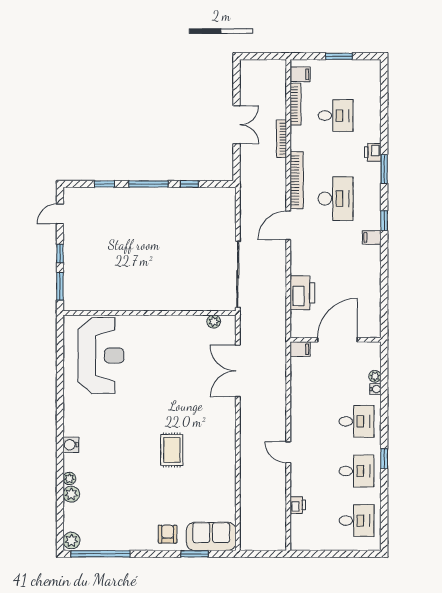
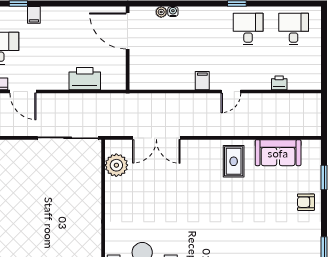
plant: (214, 322) -> (116, 165), width x1.87, depth x1.87
door: (337, 340) -> (128, 31), moved
filing cabinet: (300, 349) -> (202, 81), moved
desk: (356, 421) -> (203, 29), removed
rug: (172, 450) -> (234, 161), moved, turned 90
sofa: (211, 536) -> (278, 153), moved, turned -90

